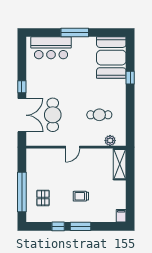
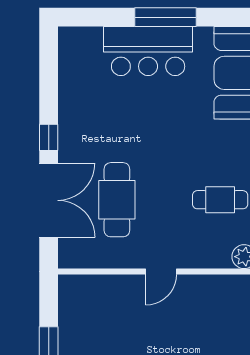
bar counter: (51, 48) -> (148, 51), moved

